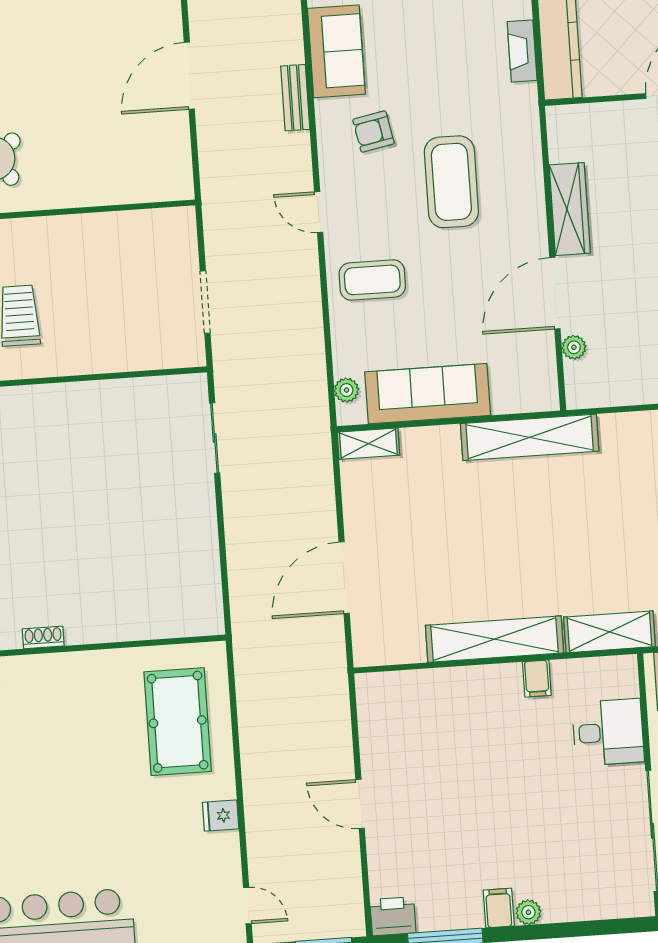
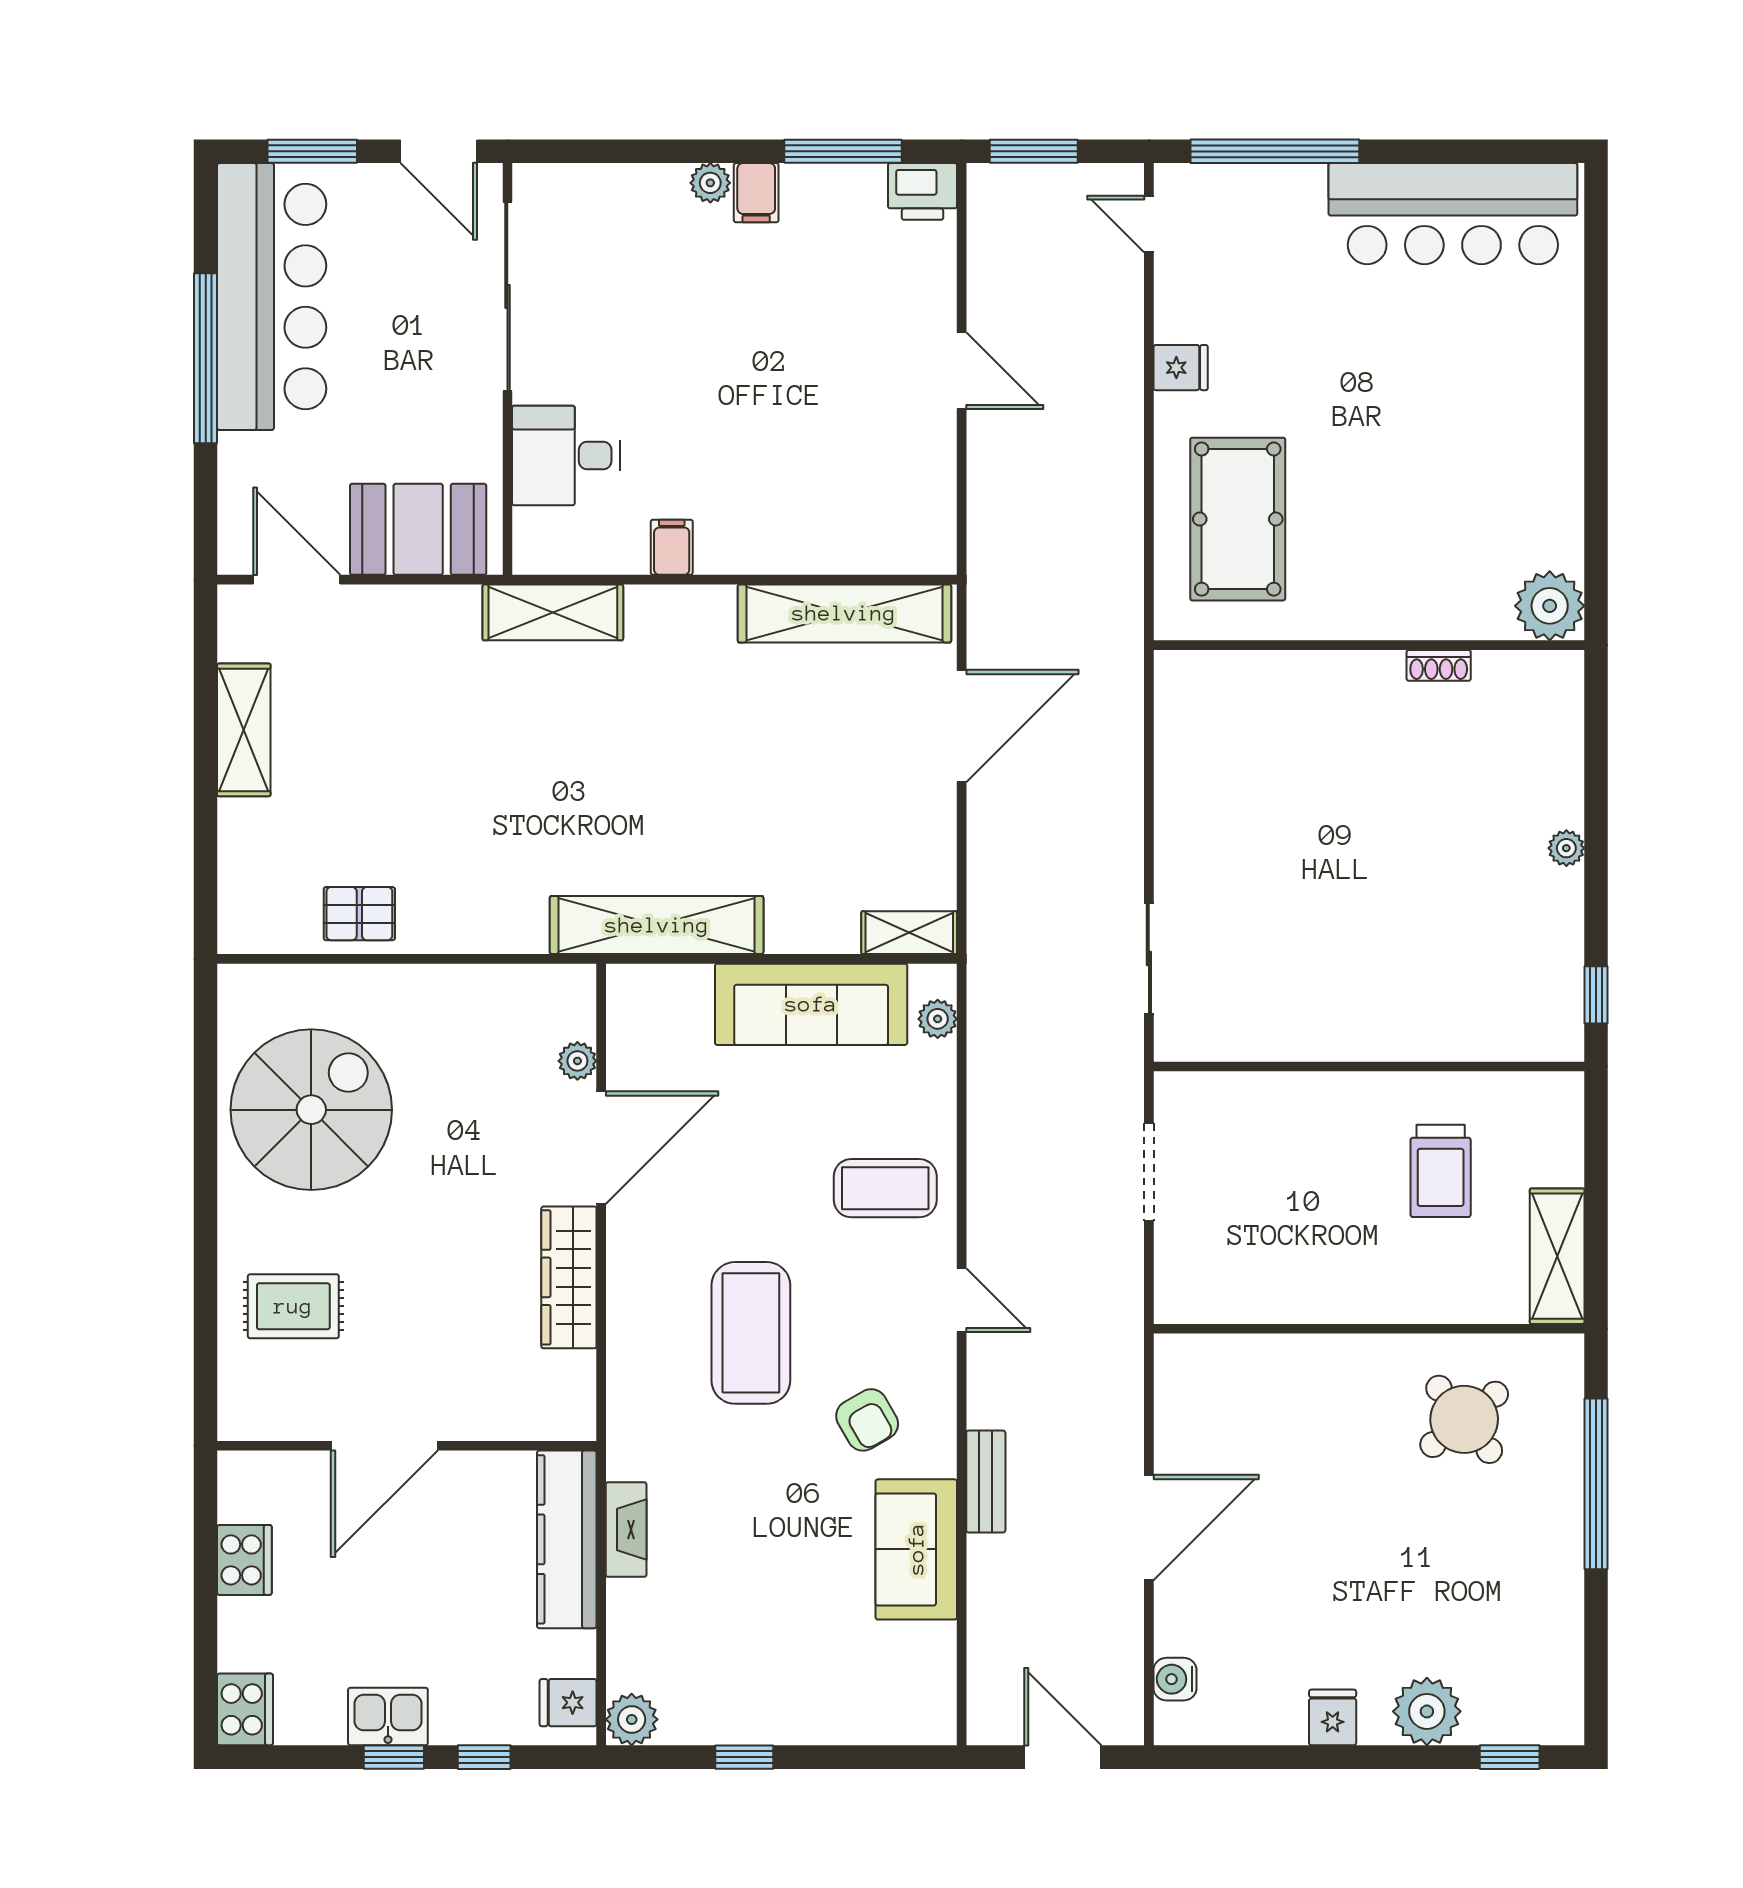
armchair: (373, 132) -> (867, 1420), turned 71
shelving: (495, 639) -> (844, 613), moved

